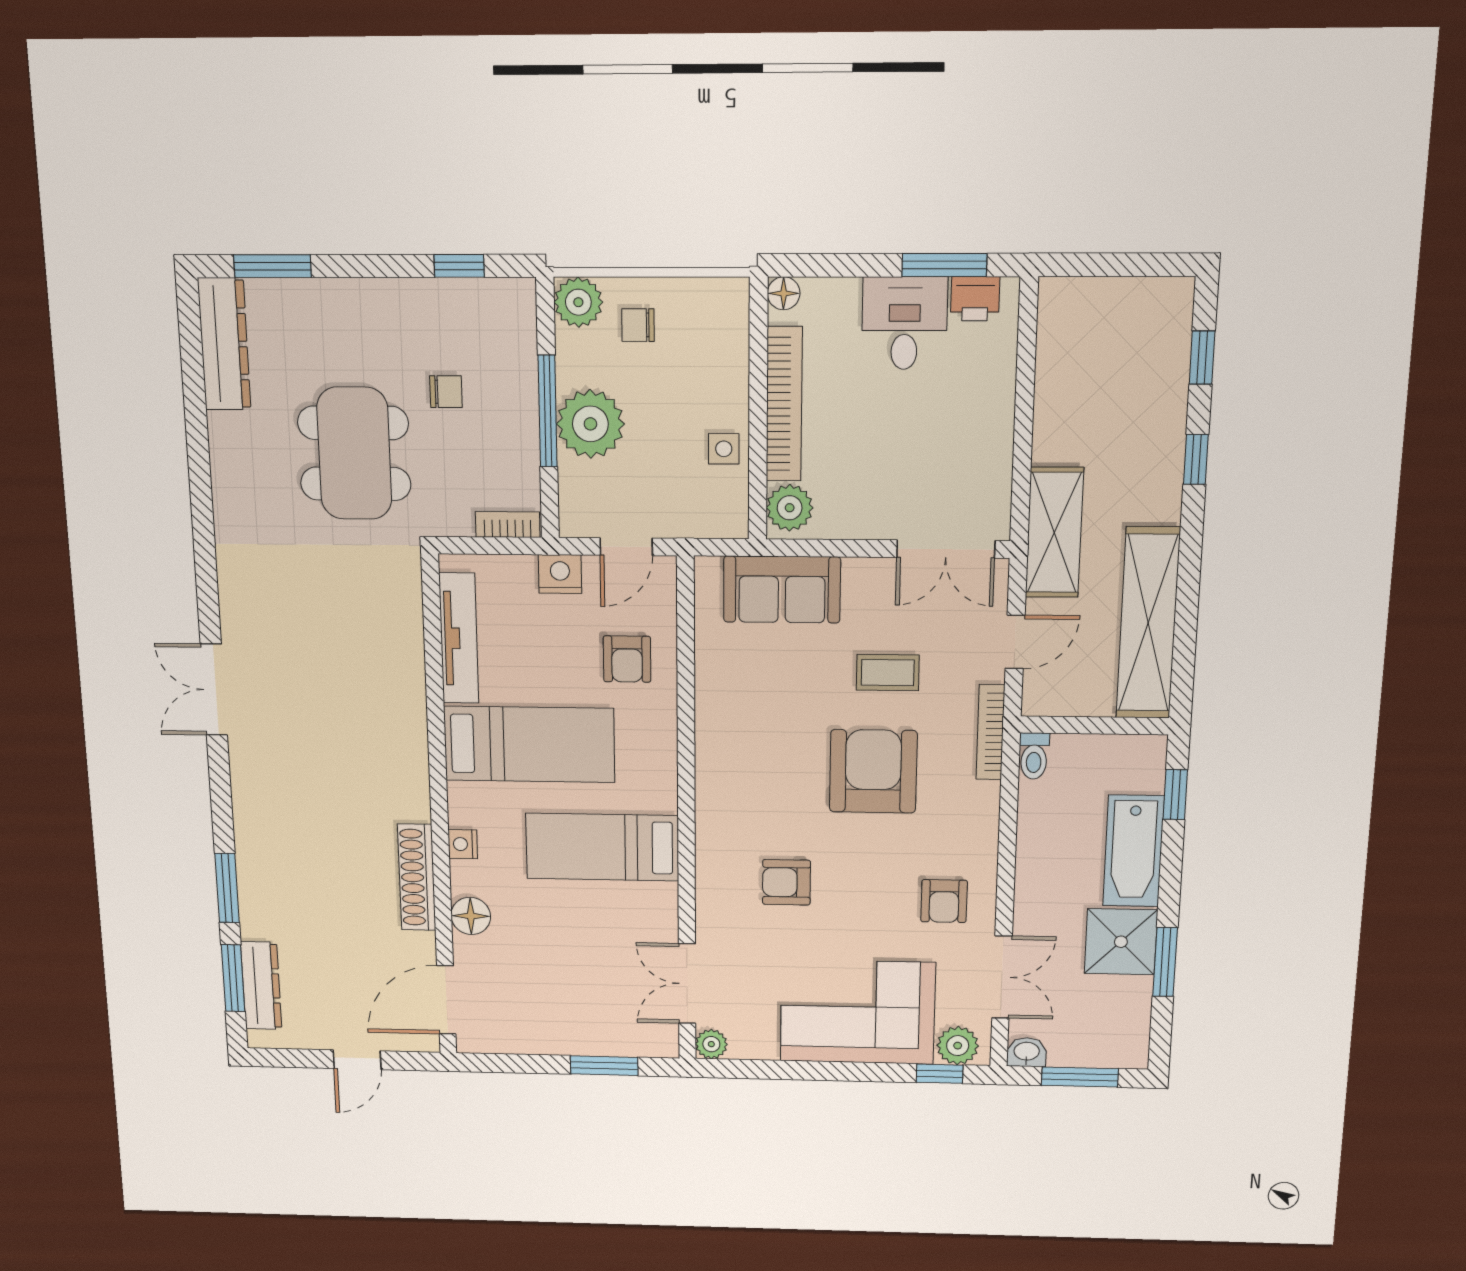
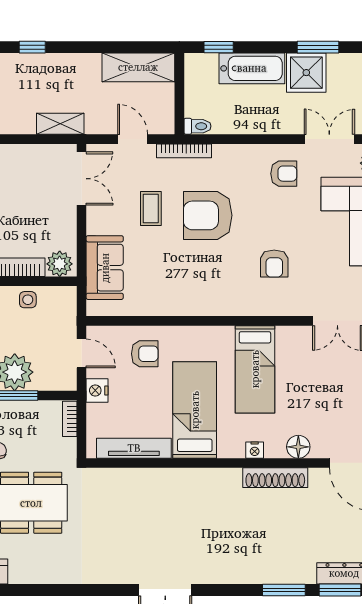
shelving: (1054, 533) -> (60, 124), width x0.67, depth x0.75
shelving: (1148, 623) -> (138, 67), width x0.68

